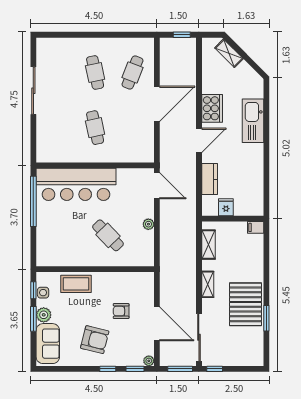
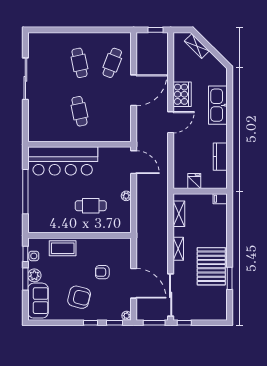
kitchen counter: (210, 179) -> (220, 157), moved, turned 180
window: (33, 201) -> (25, 192), moved
cafe table: (108, 235) -> (91, 206), turned -46

